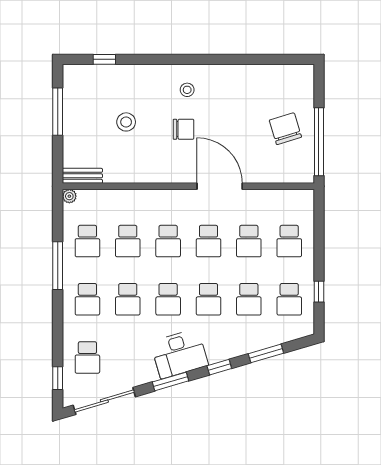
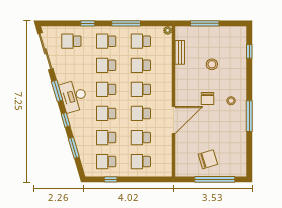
window: (213, 59) -> (249, 116), added
window: (58, 112) -> (205, 23), moved
window: (319, 142) -> (215, 179), moved
bench: (82, 176) -> (180, 52), moved
window: (58, 378) -> (88, 23), moved

